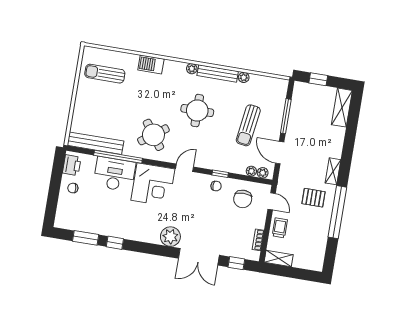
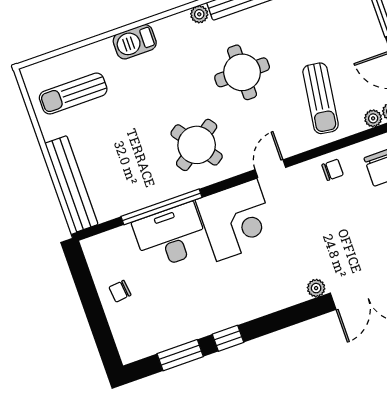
sun lounger: (248, 125) -> (321, 98), moved
bench: (95, 143) -> (71, 184), moved, turned 90
printer: (72, 165) -> (99, 258), removed
window: (220, 174) -> (329, 148), removed
plant: (170, 237) -> (316, 288), width x0.53, depth x0.53

